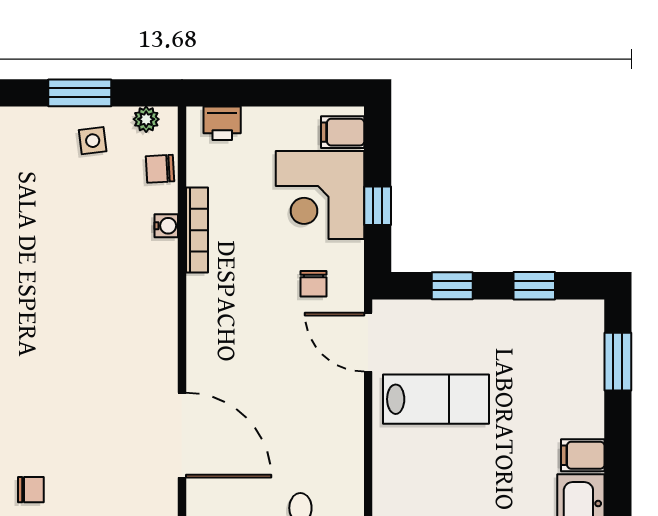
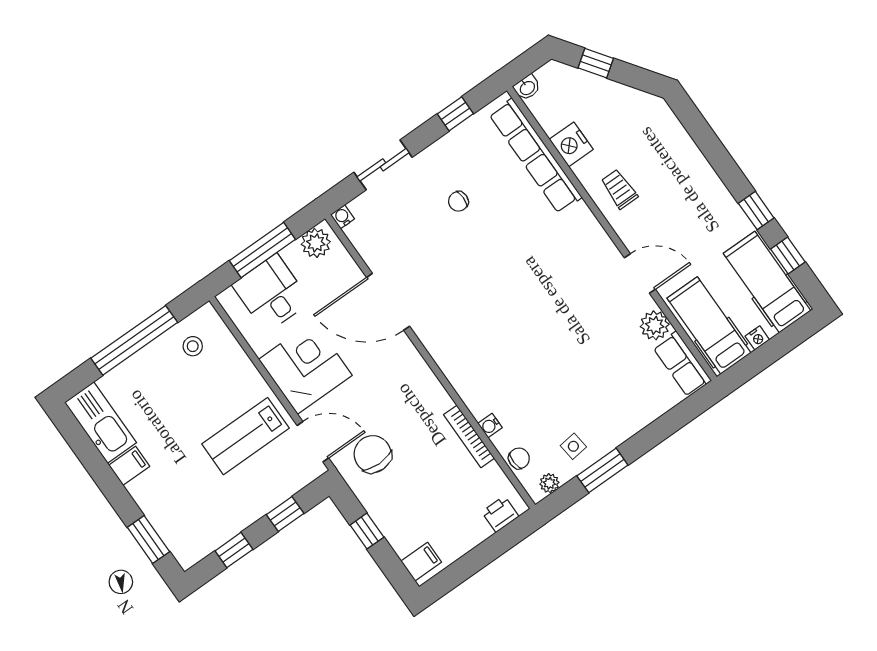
corner desk: (320, 195) -> (305, 367), moved
chair: (313, 284) -> (373, 454), width x1.87, depth x1.87

